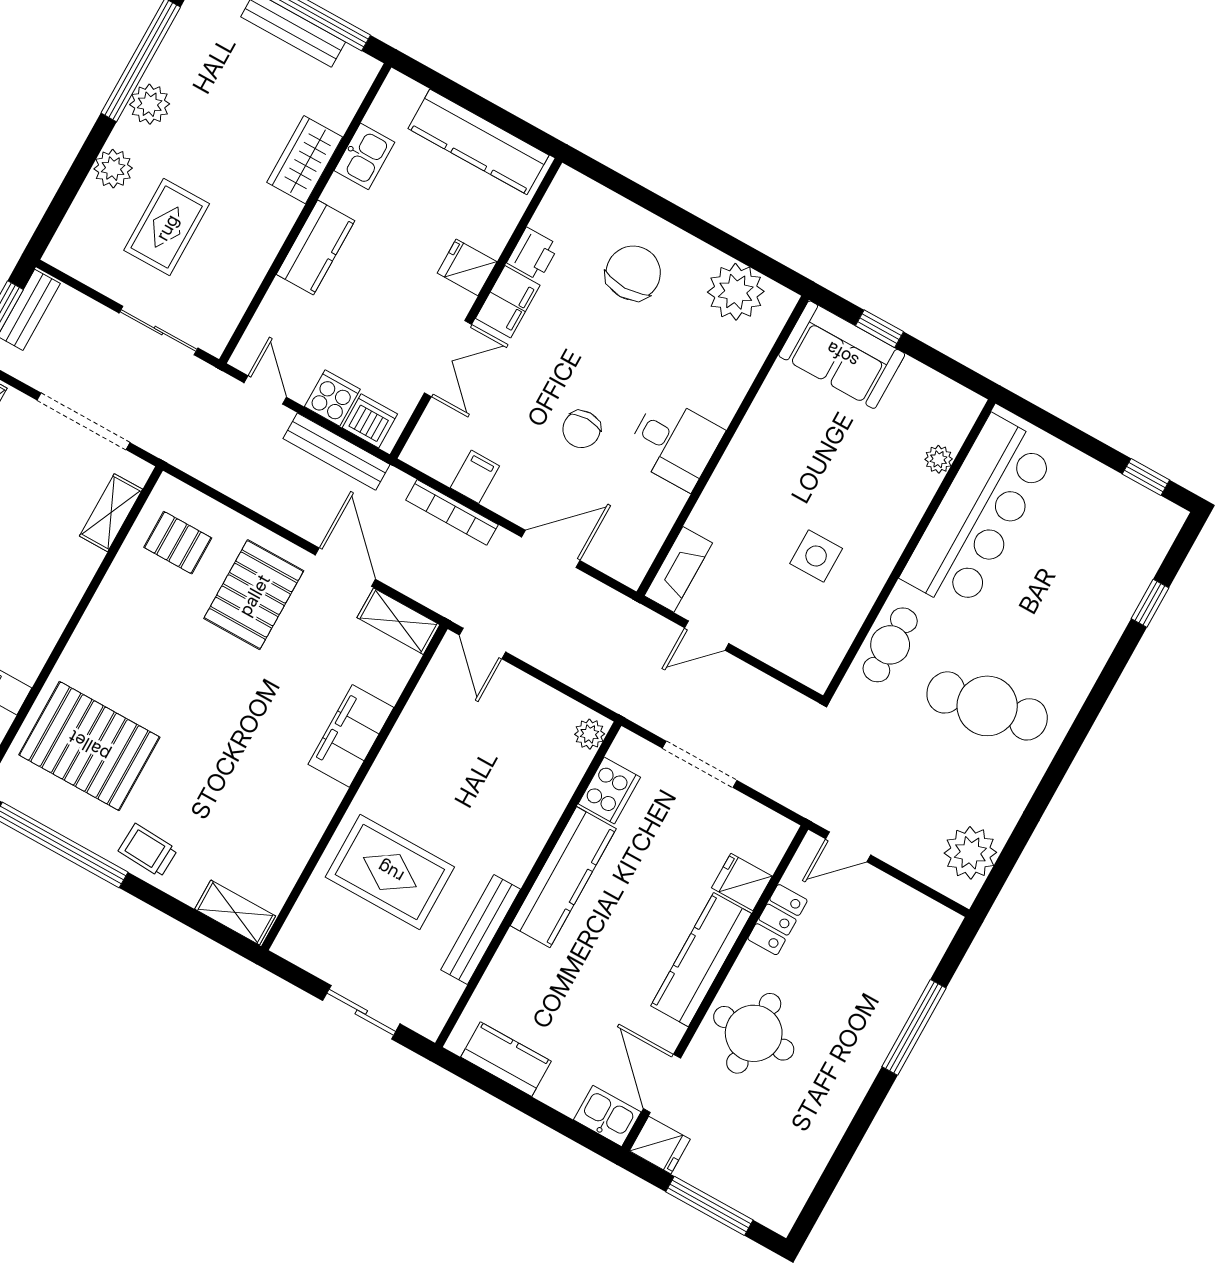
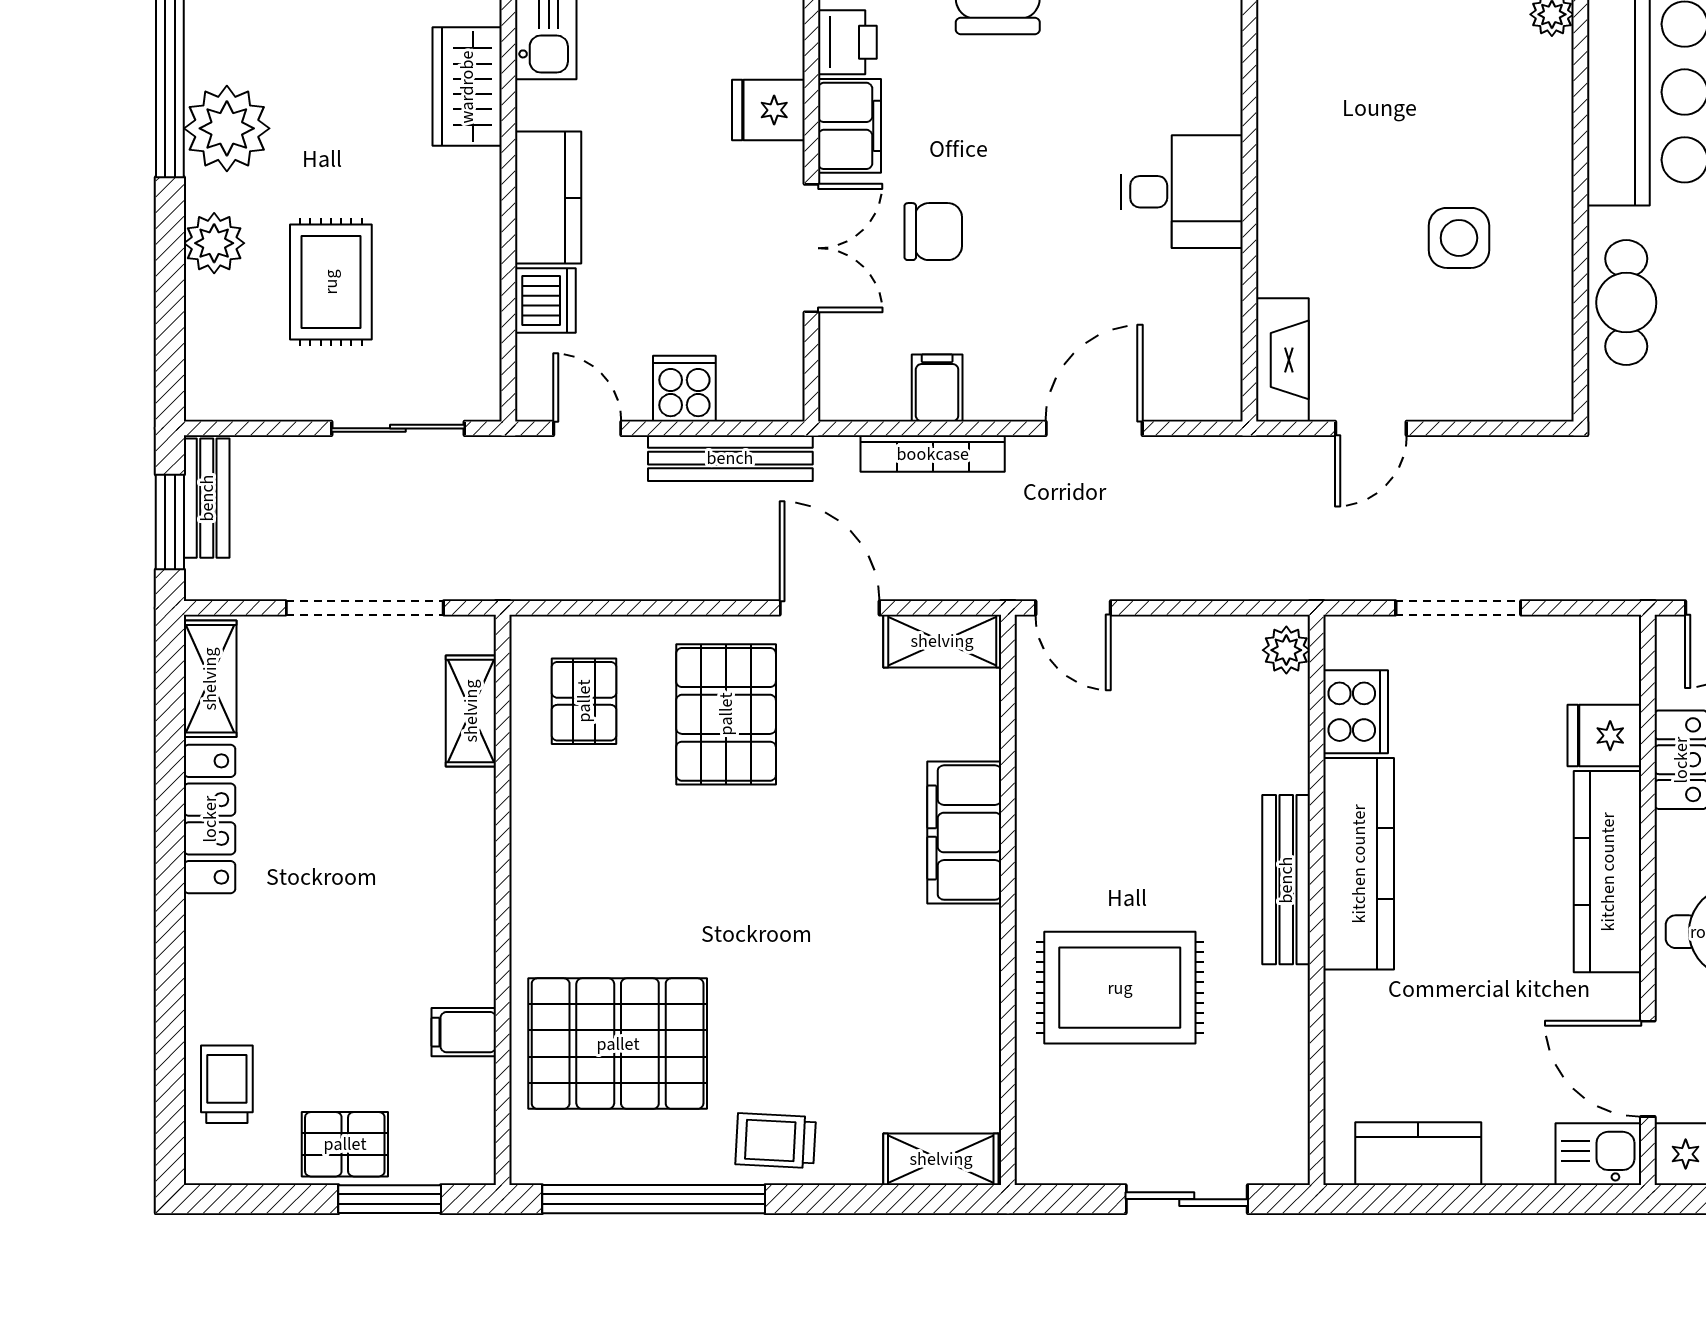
plant: (150, 104) -> (227, 128), width x1.36, depth x1.36
dishwasher: (370, 421) -> (545, 301), moved, turned 90
chair: (582, 429) -> (933, 232), moved, turned -90
pallet: (178, 543) -> (584, 701), turned 90
bench: (481, 930) -> (1286, 880), moved

